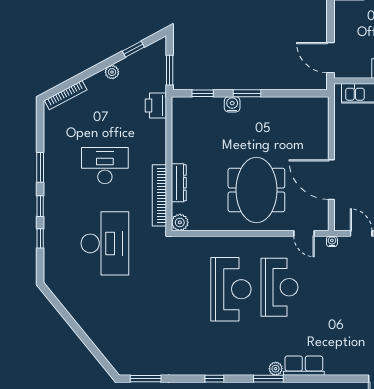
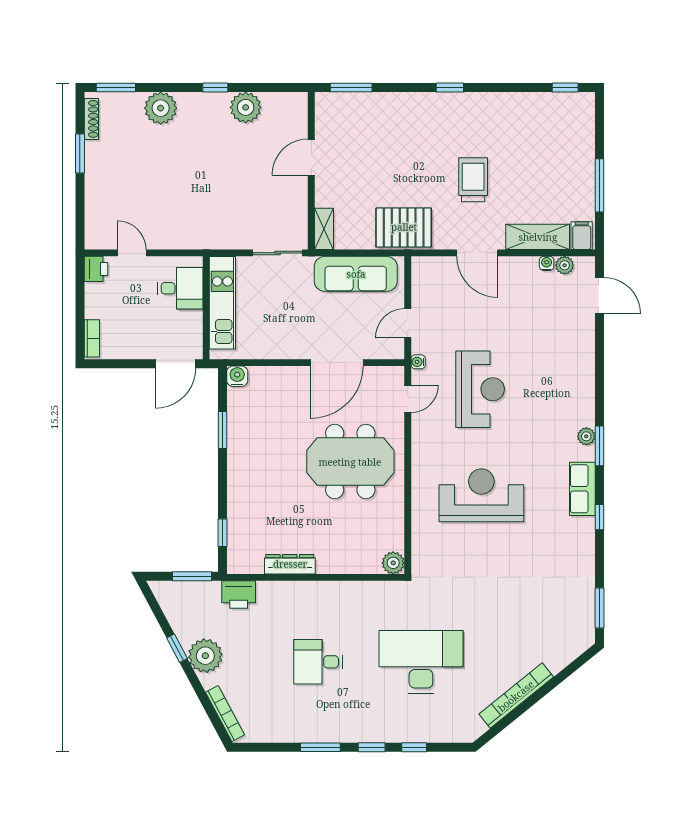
window: (133, 49) -> (177, 648), moved
plant: (112, 72) -> (205, 656), width x1.88, depth x1.88
window: (247, 93) -> (222, 430), moved
water cooler: (232, 104) -> (237, 376), moved, turned 90
desk: (105, 166) -> (318, 662), width x0.73
dresser: (179, 183) -> (290, 564), moved
bookcase: (159, 195) -> (516, 696), moved, turned 141
reception desk: (280, 287) -> (480, 389), moved, turned 90
row of seats: (304, 366) -> (582, 489), moved

